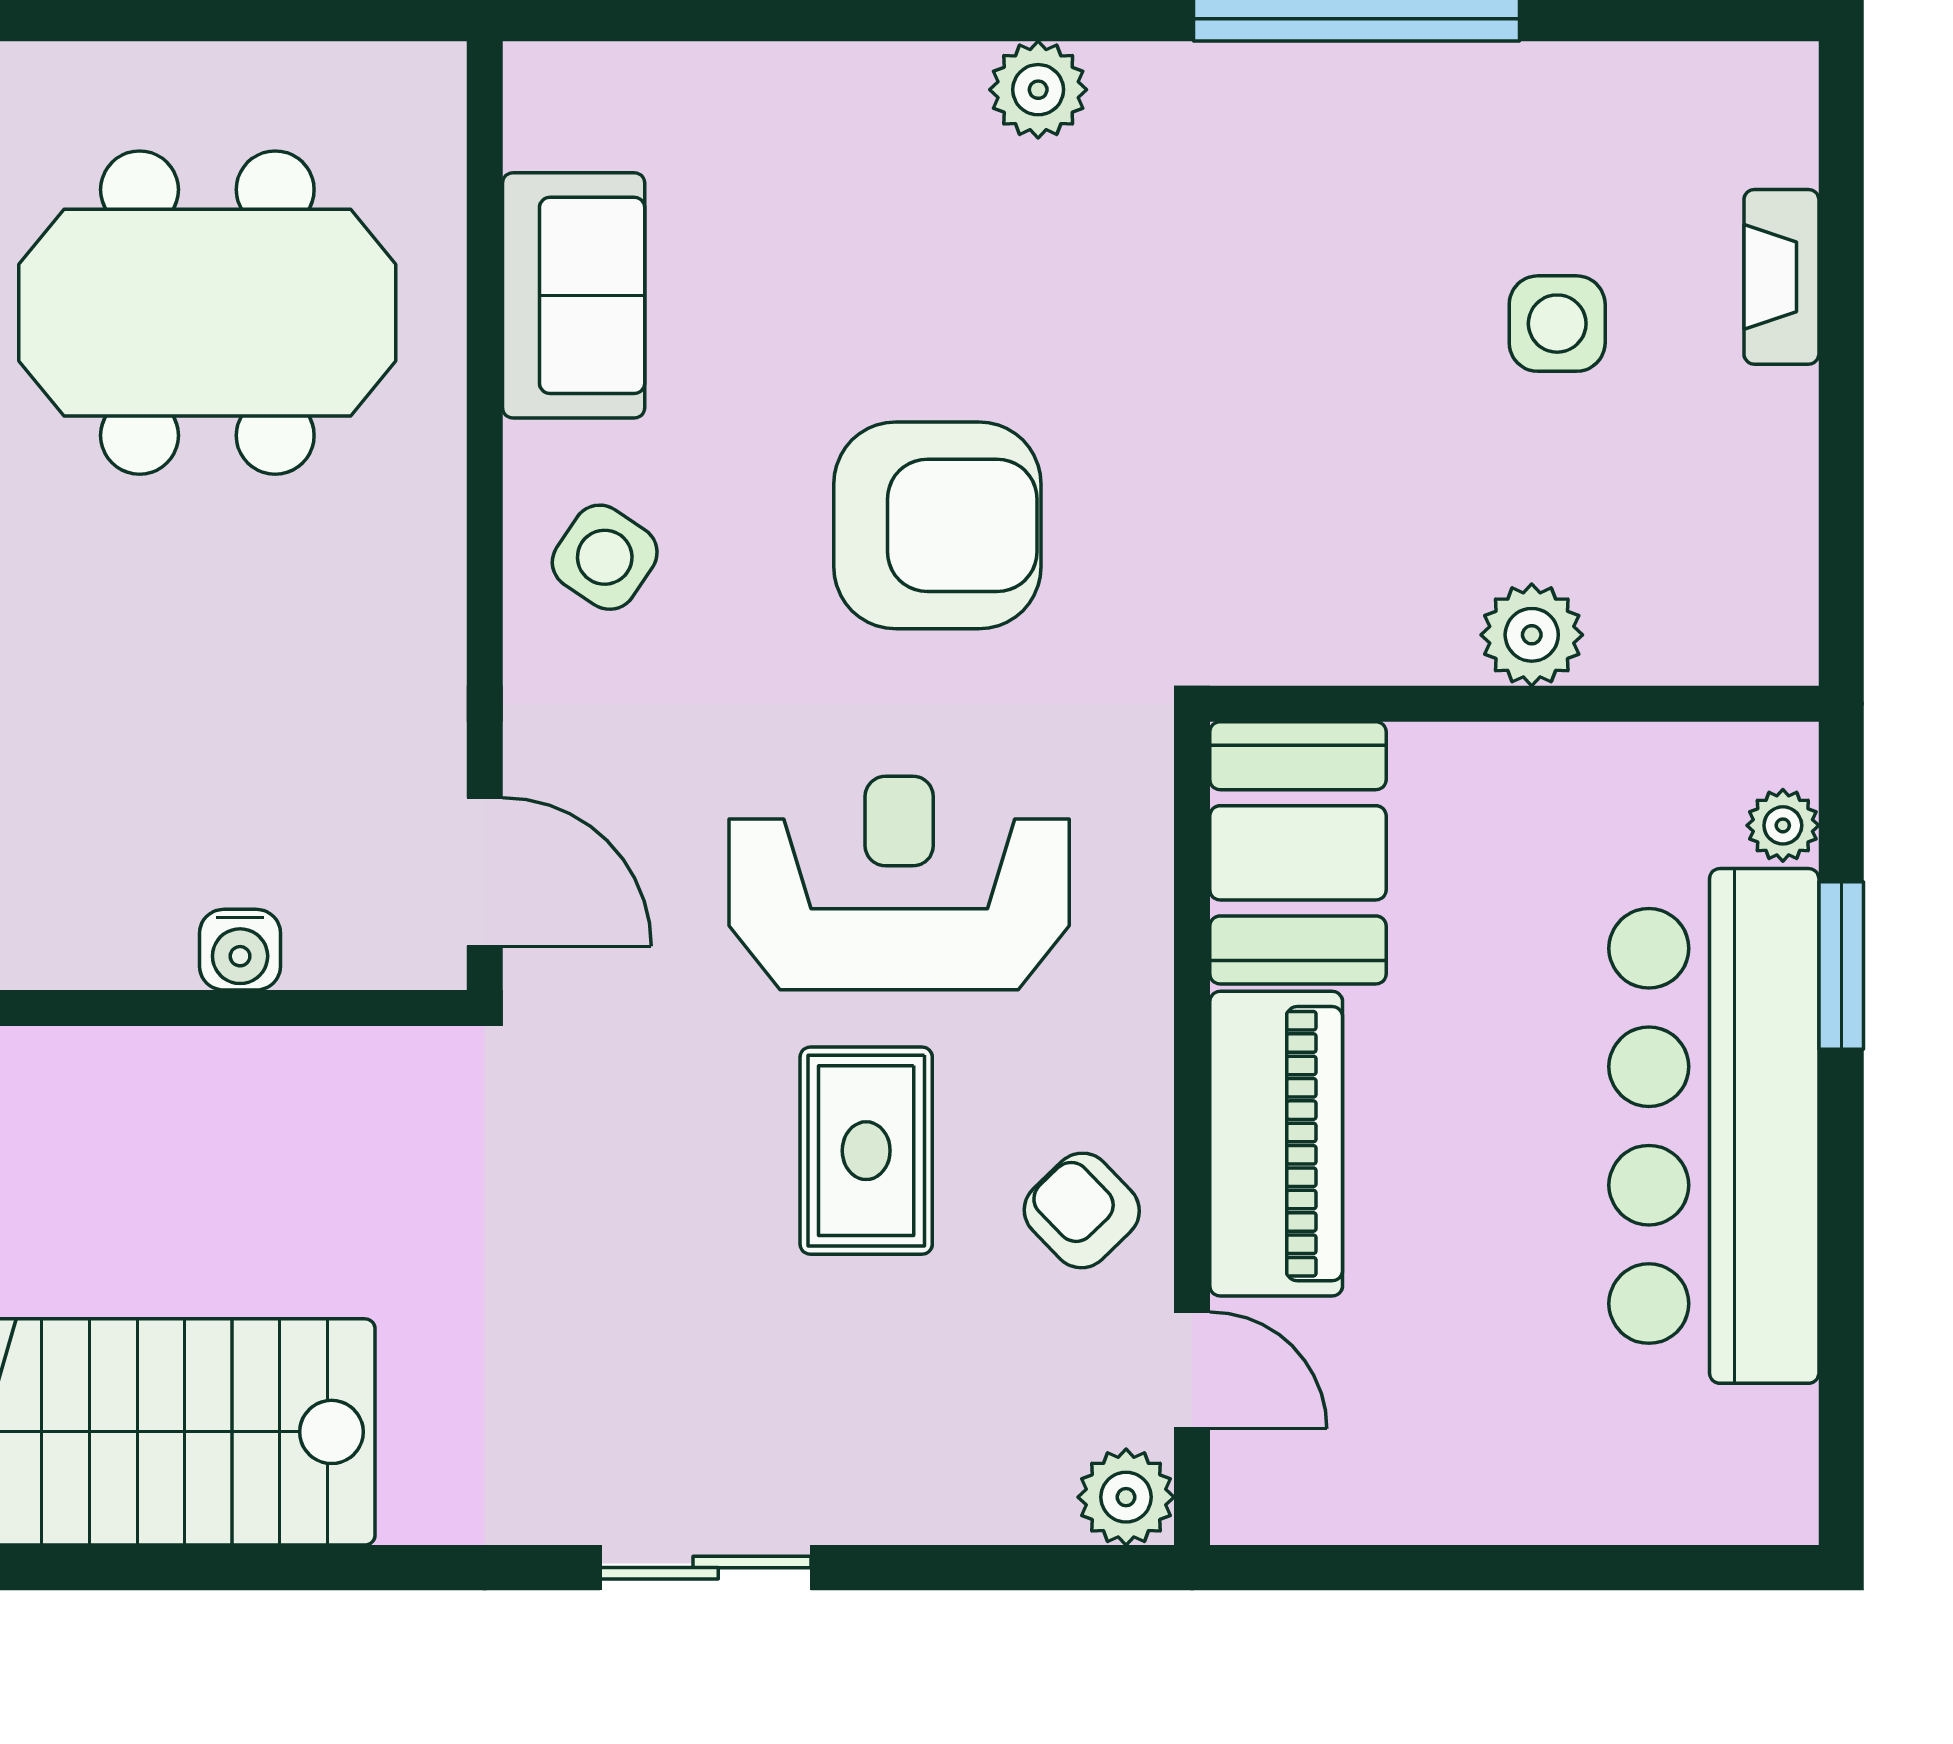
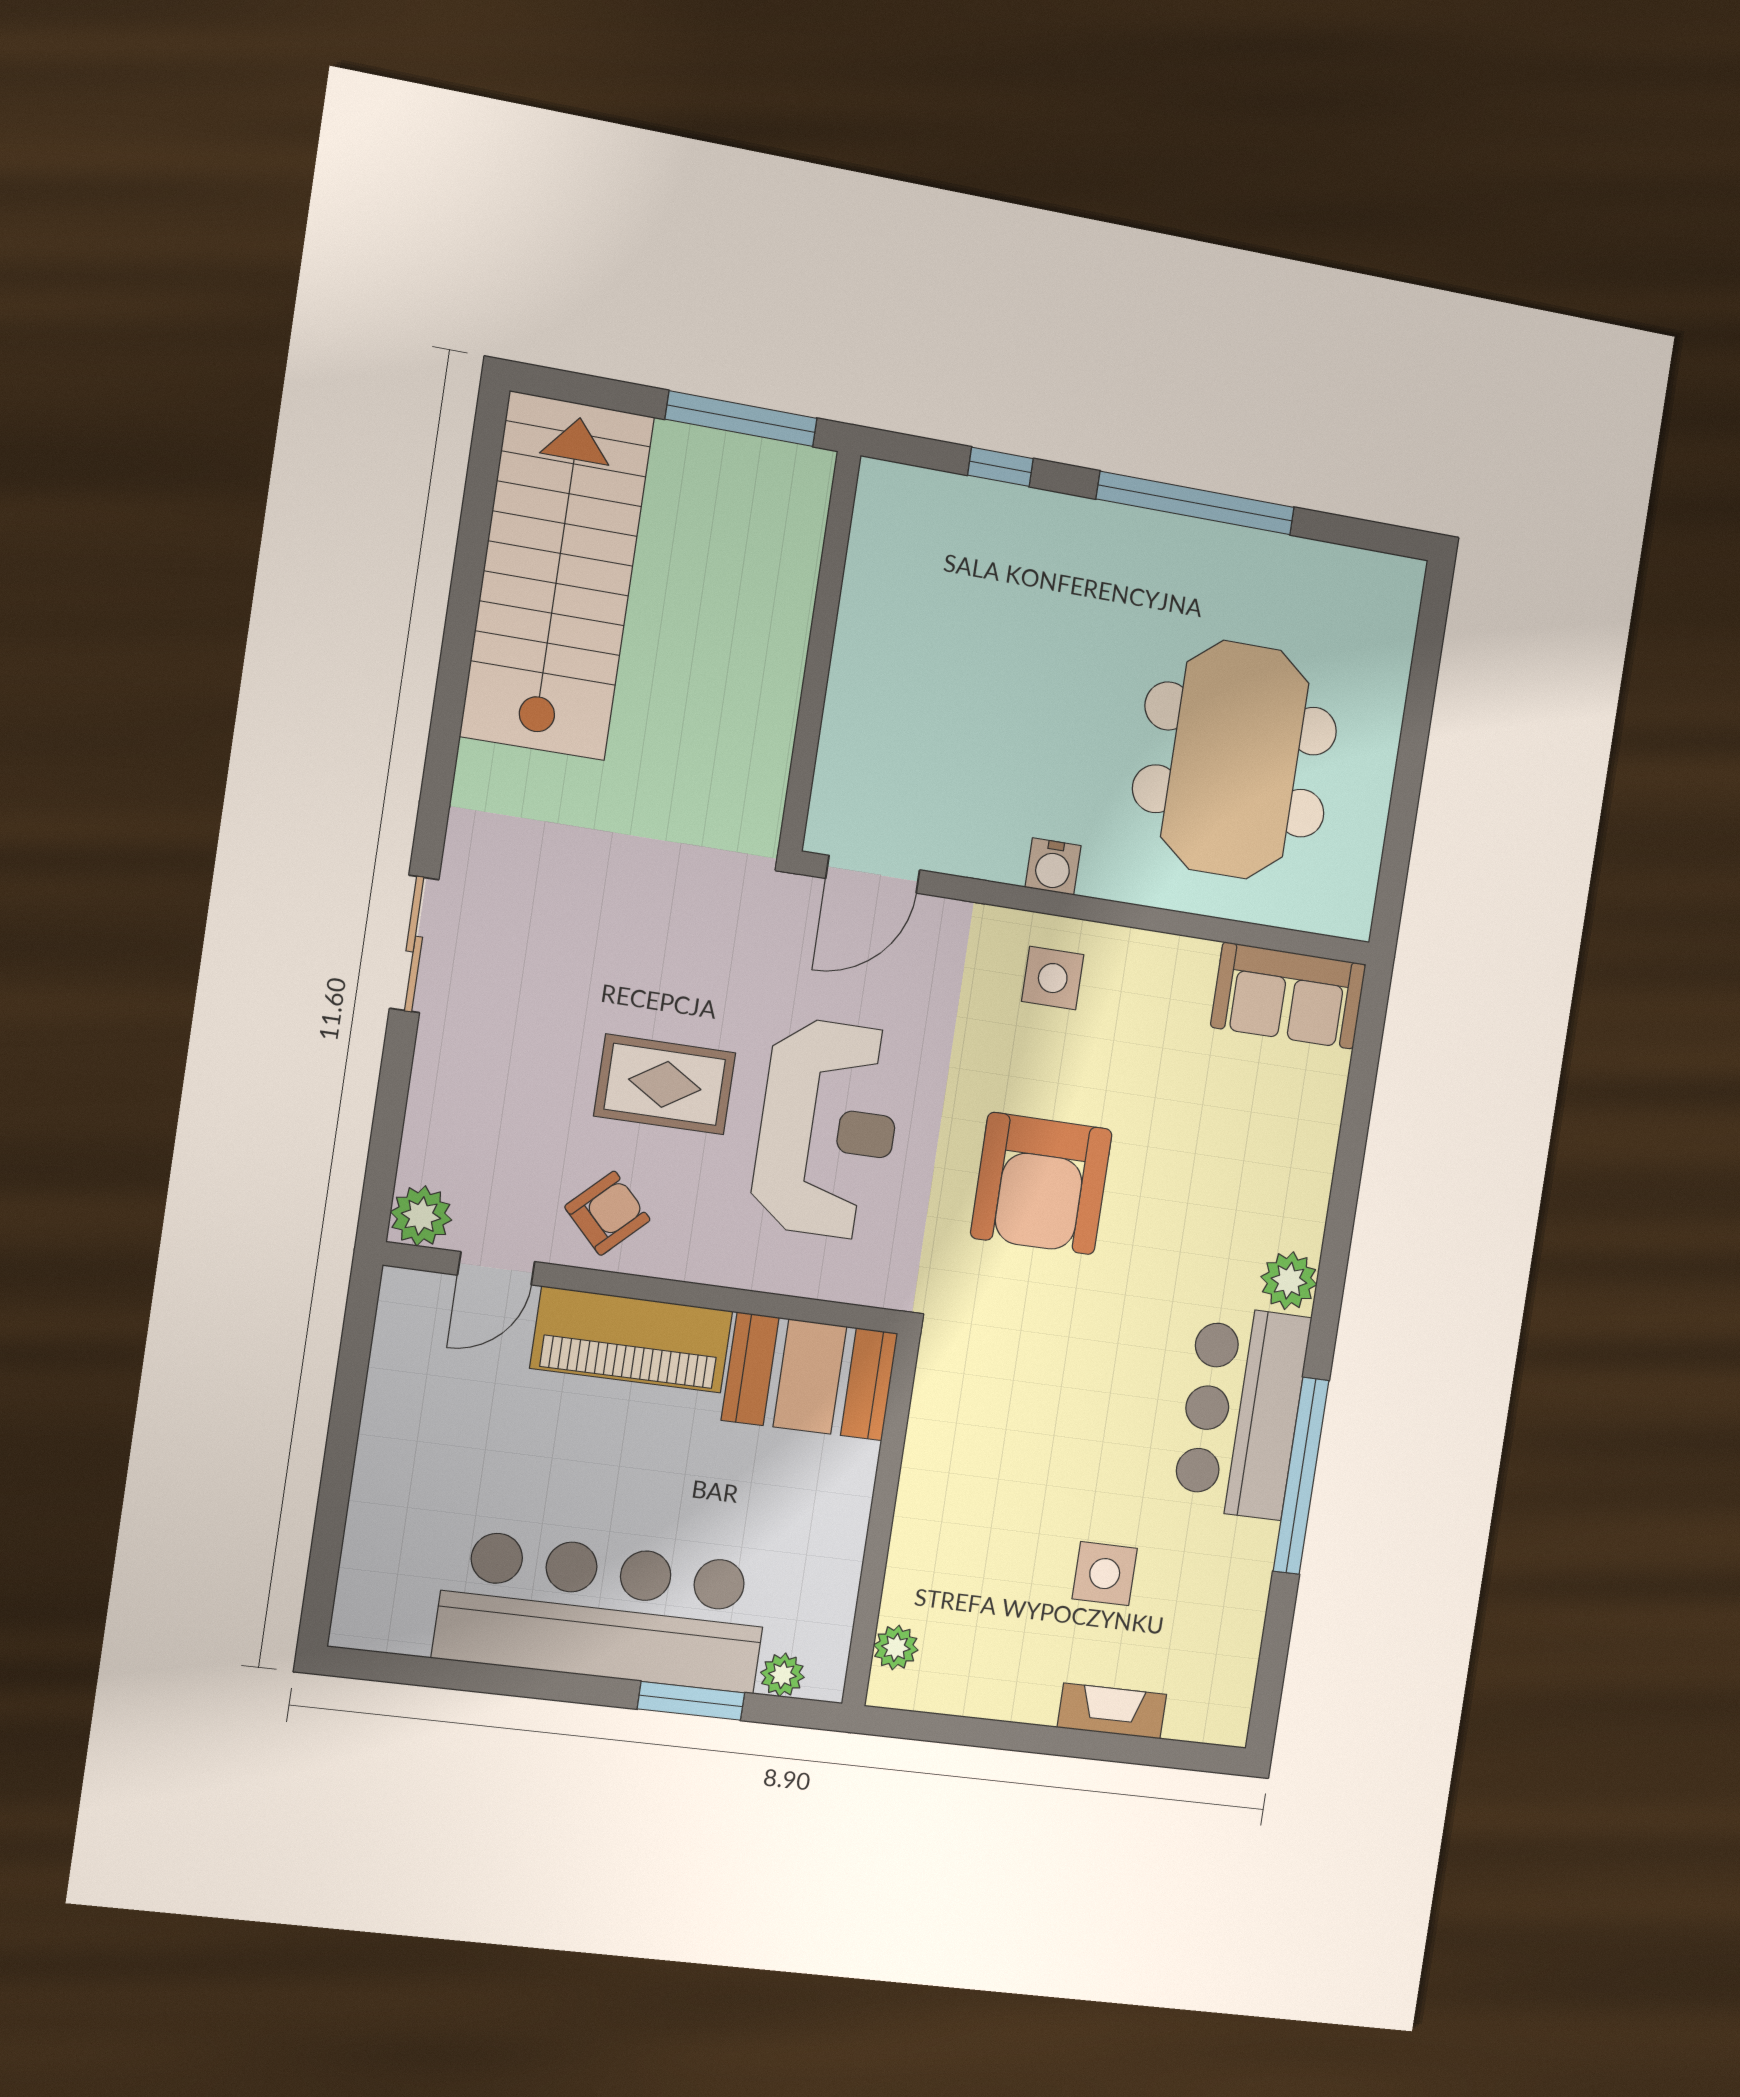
bar counter: (1264, 136) -> (1242, 1412), added
sofa: (574, 295) -> (1288, 996), moved
side table: (605, 557) -> (1053, 978), turned -34
plant: (1532, 635) -> (896, 1647), moved, width x0.73, depth x0.73
water cooler: (240, 950) -> (1053, 867), moved, turned -90

